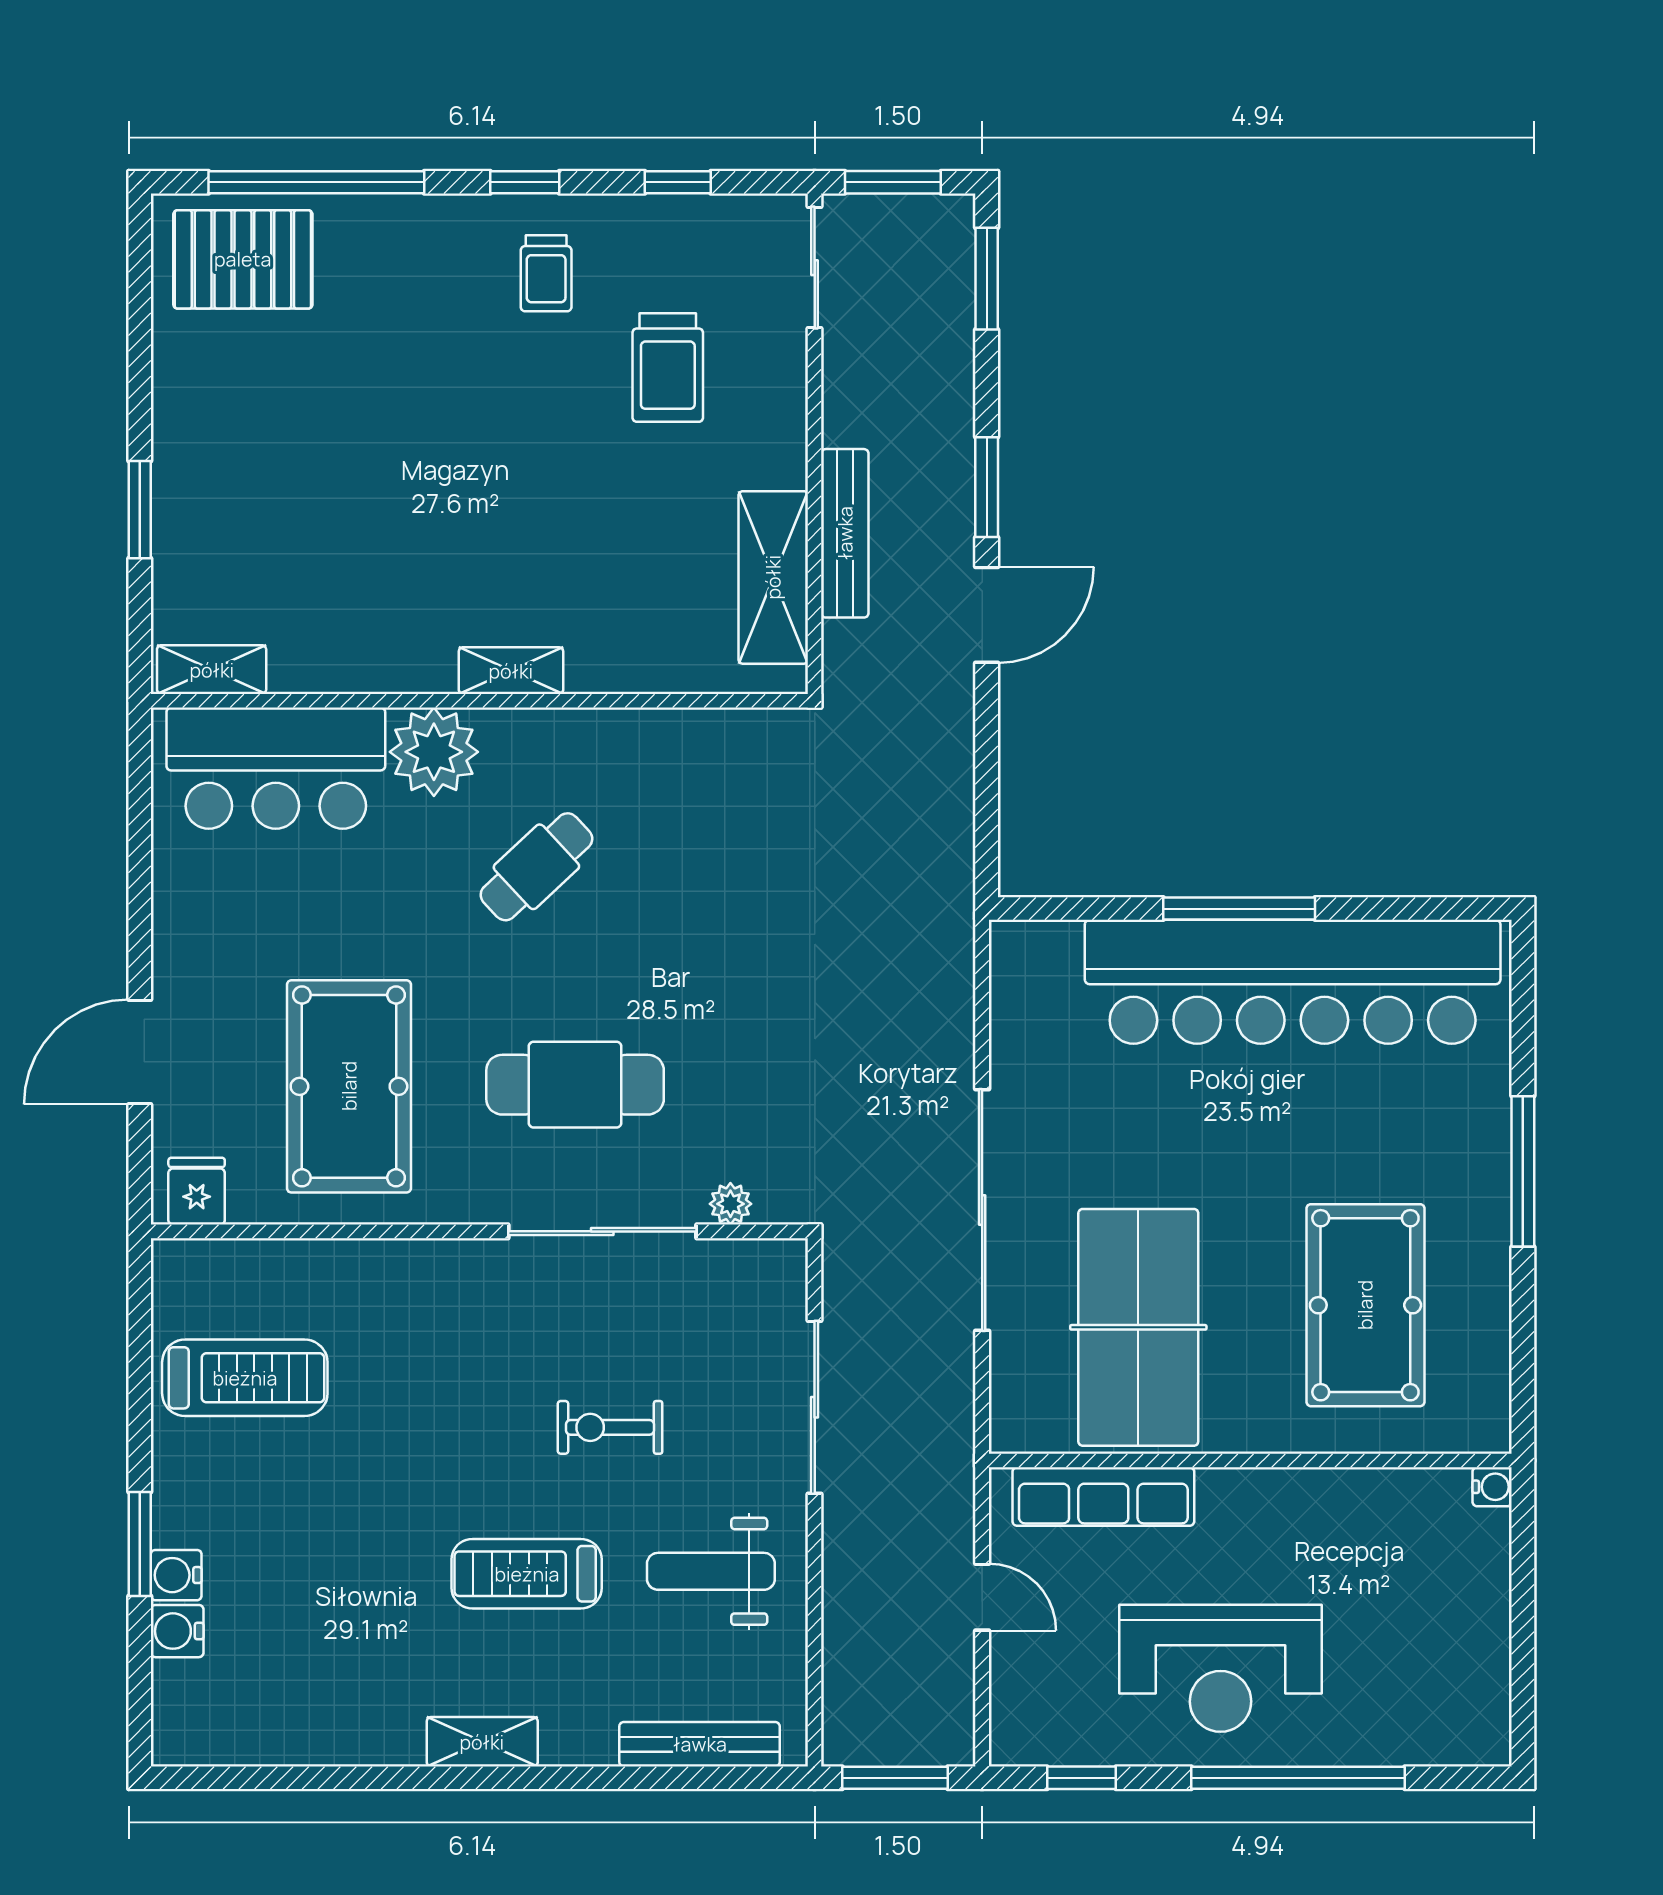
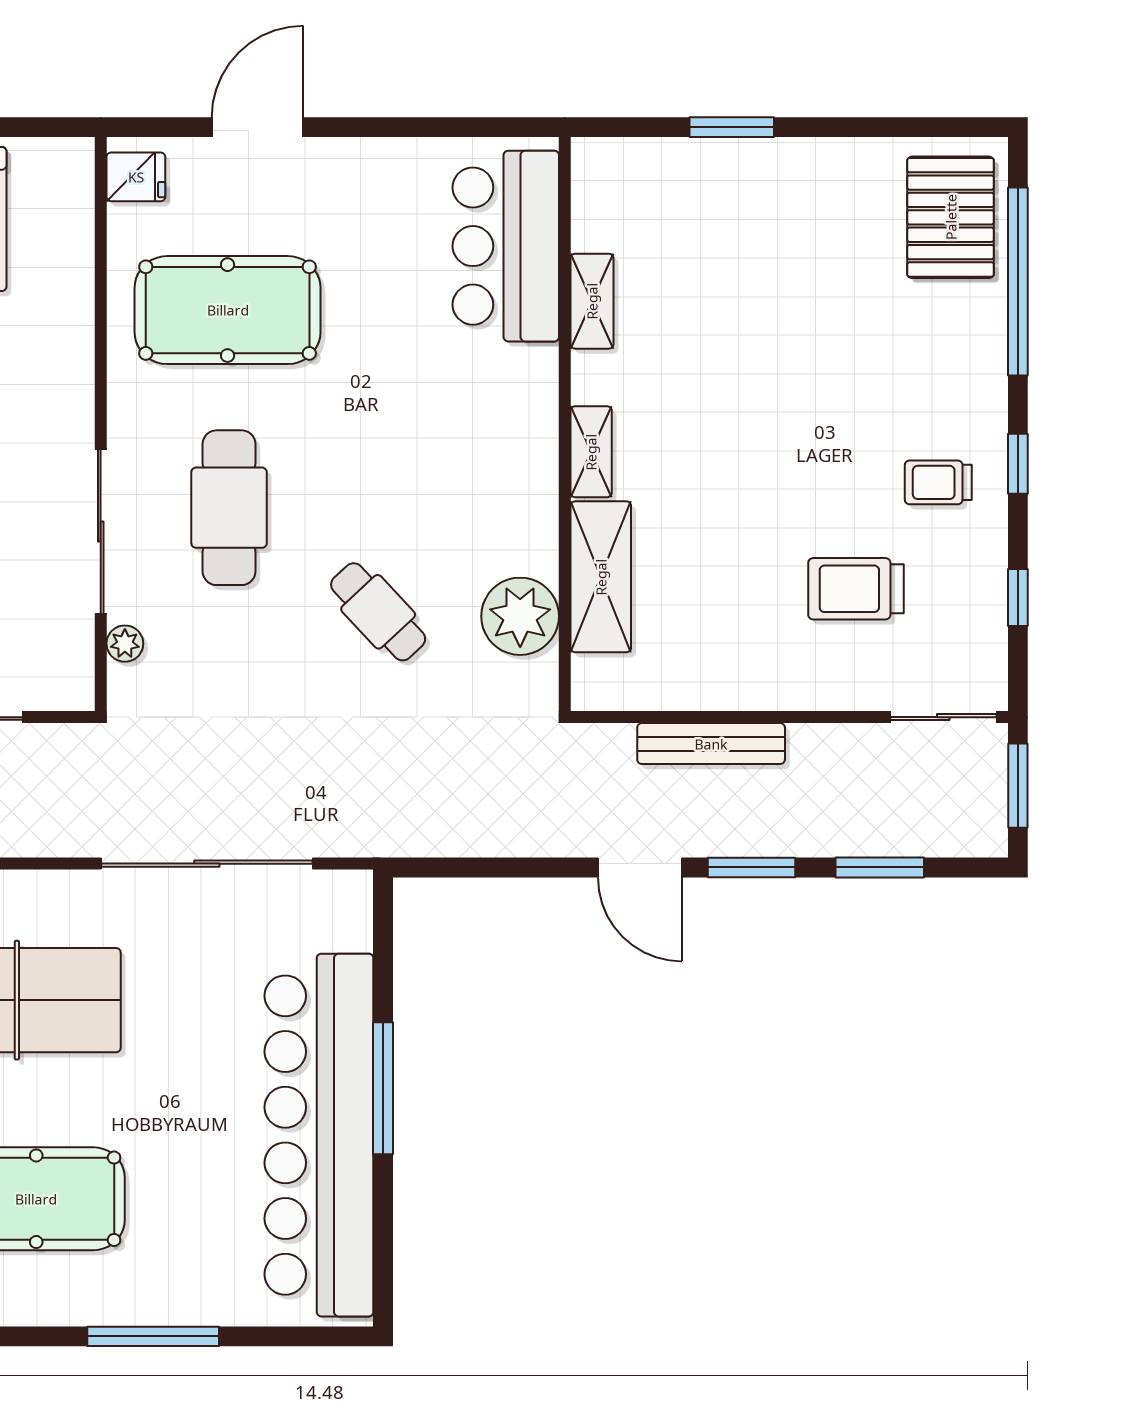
window: (987, 279) -> (880, 867), moved
shelving: (773, 577) -> (601, 577), moved, turned 90
shelving: (212, 670) -> (592, 301), moved
plant: (434, 752) -> (520, 616), moved
cafe table: (536, 867) -> (378, 612), moved
door: (140, 1052) -> (258, 127), hinge flipped
sliding door: (982, 1210) -> (207, 864), moved

